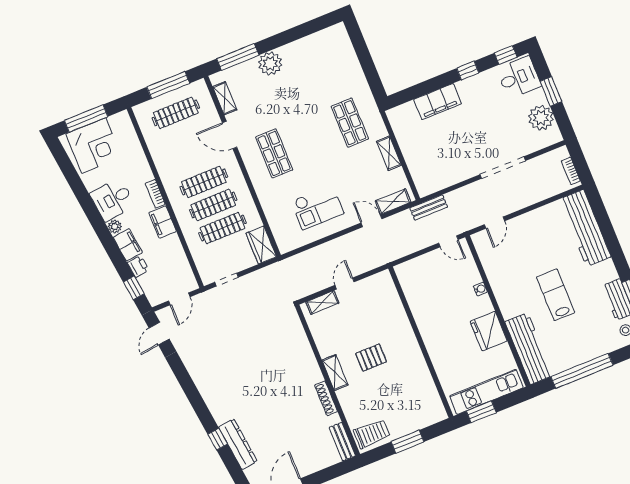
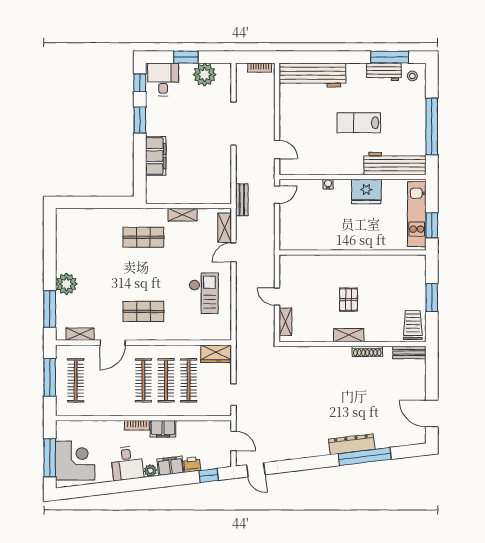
window: (468, 70) -> (140, 120), width x1.50
window: (218, 439) -> (365, 457), width x3.17
dresser: (238, 444) -> (352, 444), moved

